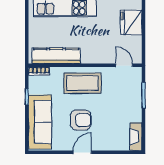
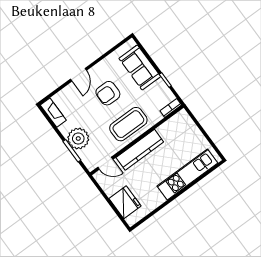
kitchen counter: (56, 56) -> (140, 150), moved
plant: (131, 101) -> (78, 139), added
sofa: (40, 122) -> (140, 67), width x0.73
door: (82, 152) -> (78, 75), moved

